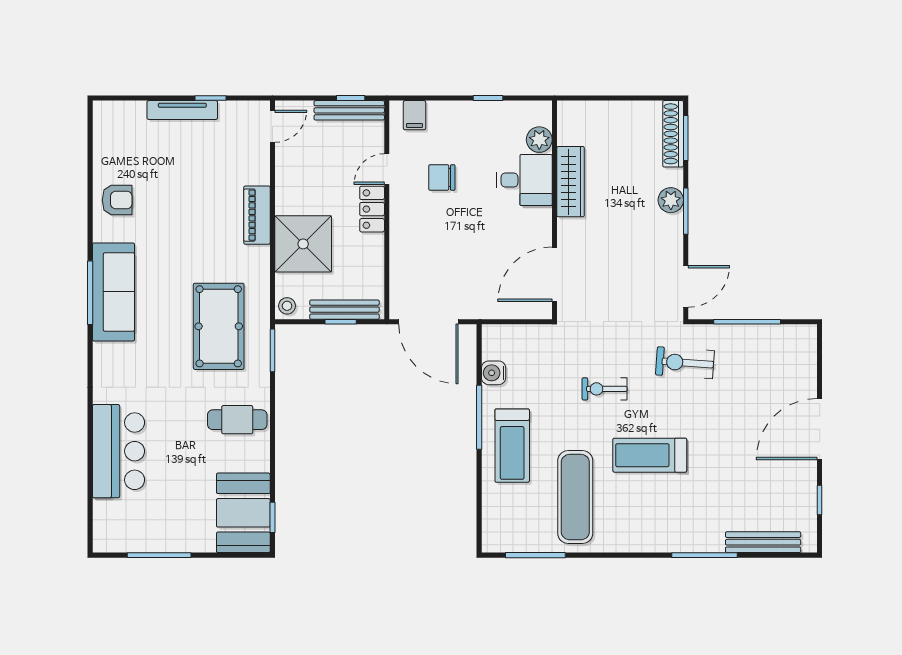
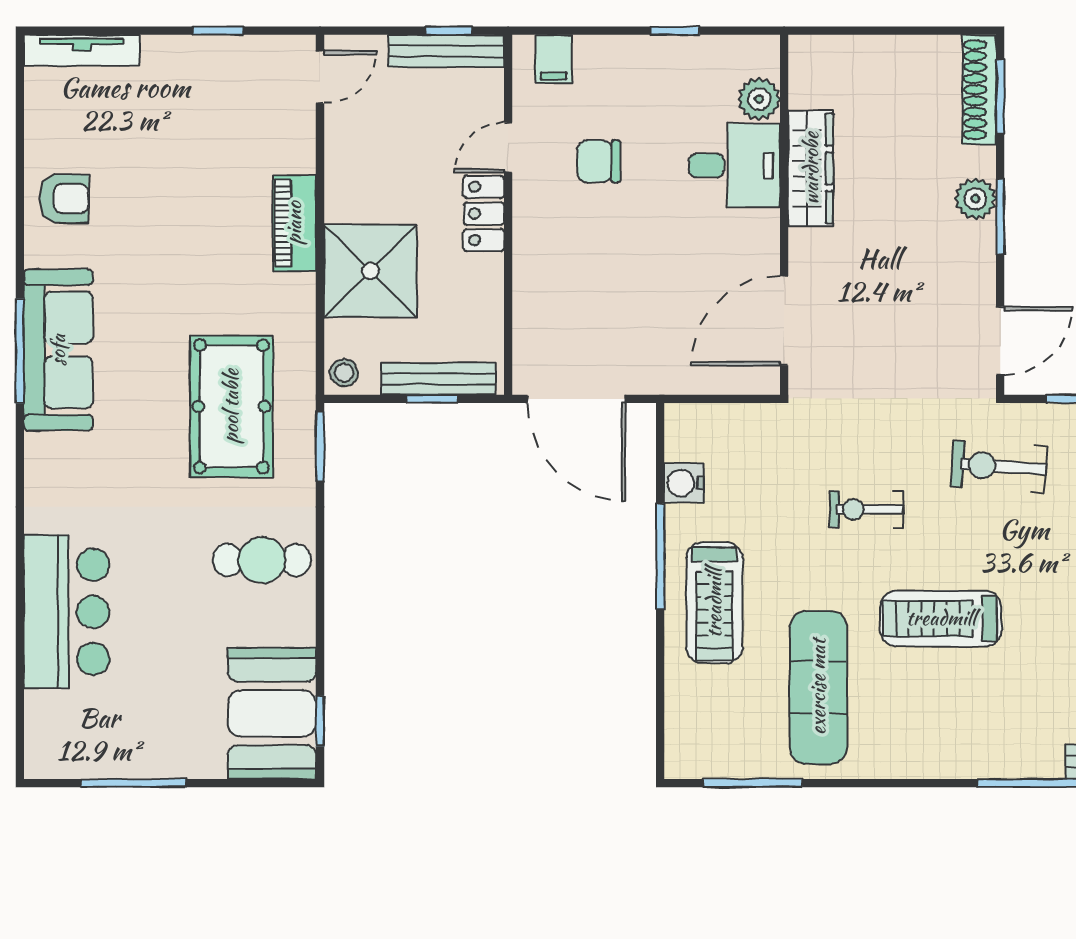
tv unit: (182, 110) -> (82, 50), moved

